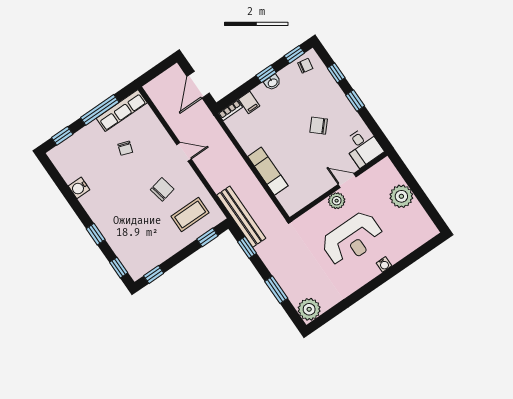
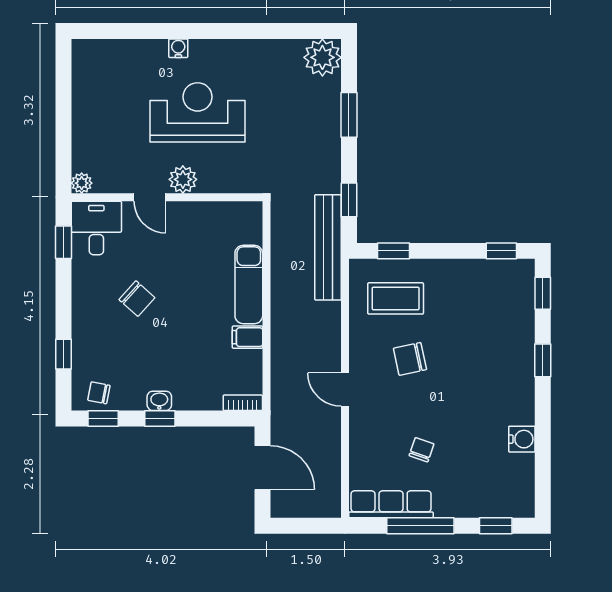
door: (198, 85) -> (263, 468), hinge flipped
window: (355, 101) -> (64, 242), moved
filing cabinet: (249, 102) -> (248, 337), moved, turned -90
plant: (401, 196) -> (82, 183), moved, width x0.53, depth x0.53

